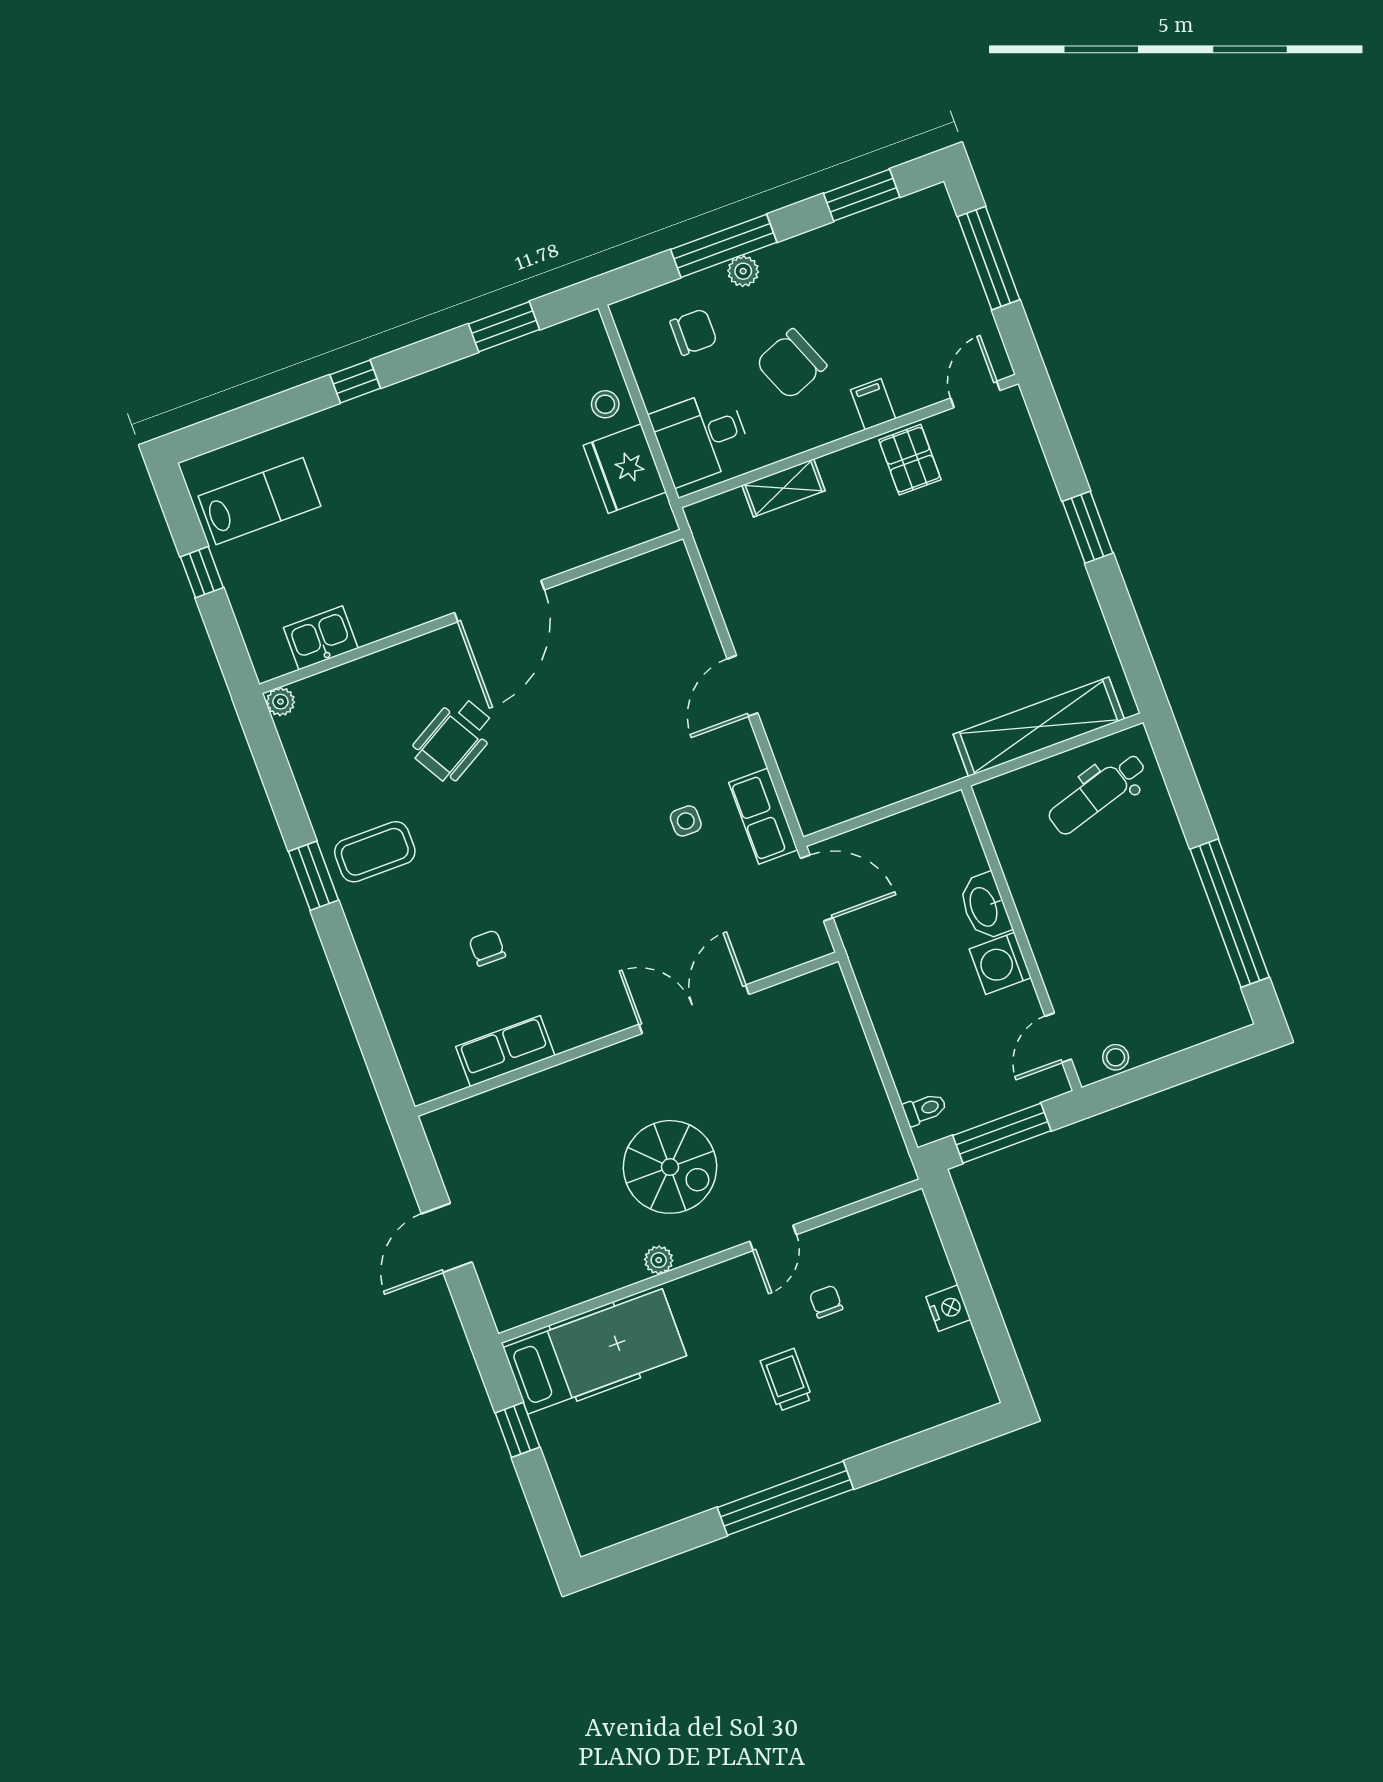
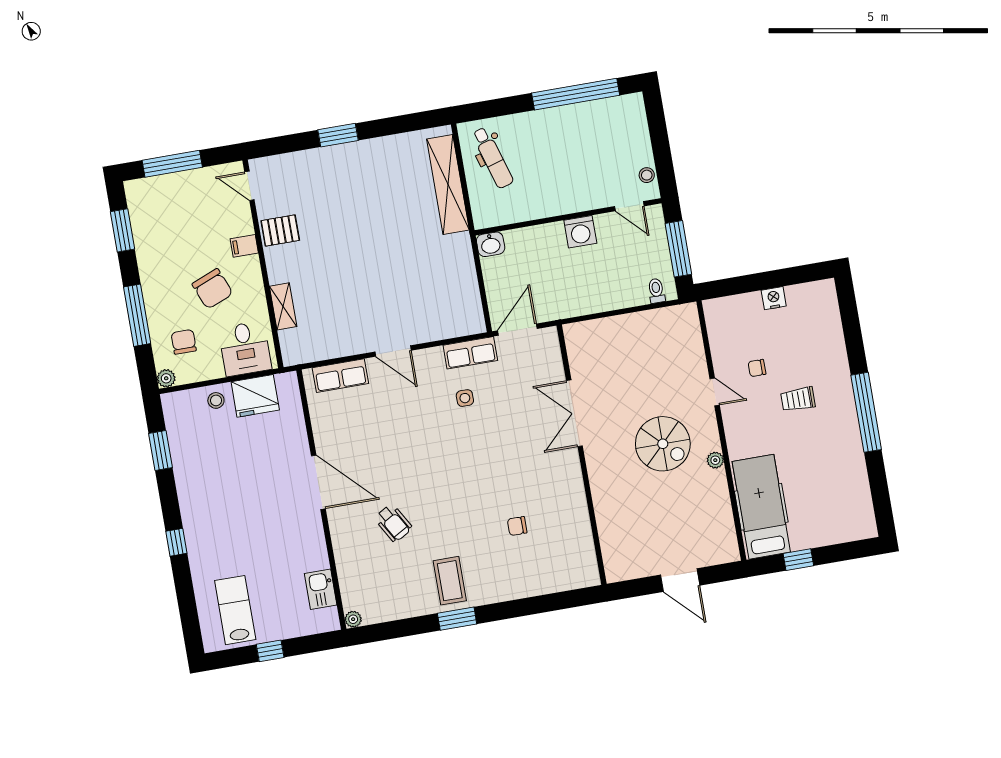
plant: (743, 271) -> (166, 378), moved
wheelchair: (454, 740) -> (393, 523), width x0.73, depth x0.73
washbasin: (985, 906) -> (491, 244), moved, width x0.72
row of seats: (505, 1051) -> (340, 376), moved, turned -90
spiral stairs: (670, 1167) -> (663, 444), turned 90

